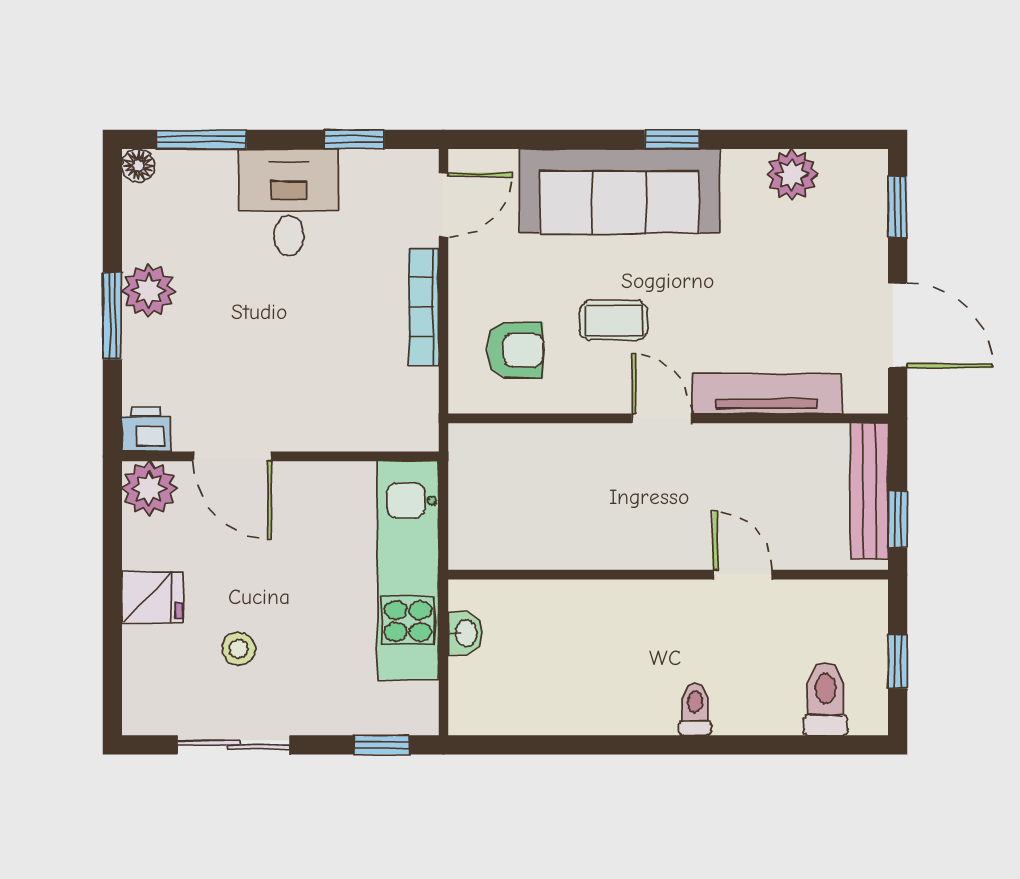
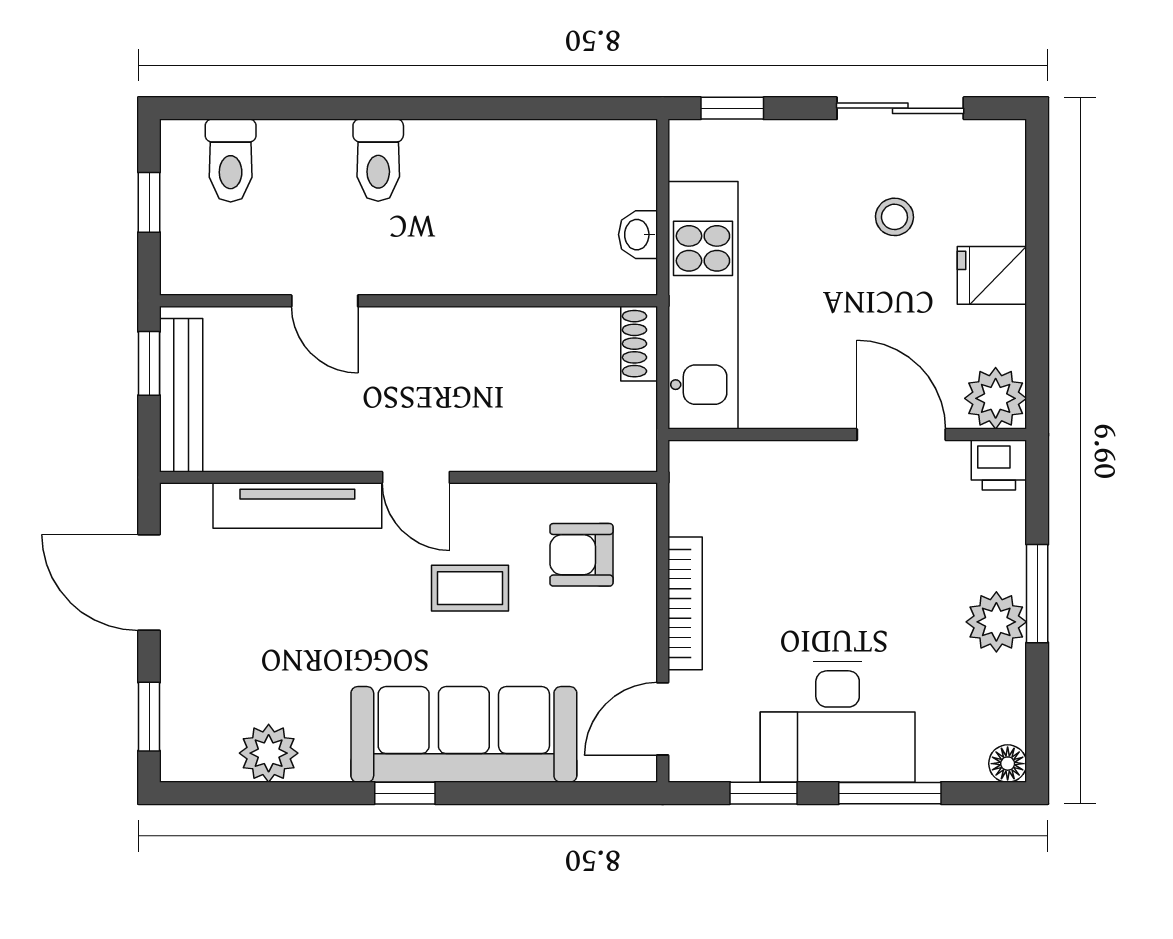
window: (201, 139) -> (890, 793), moved
desk: (289, 202) -> (838, 722), width x1.37
shoe rack: (464, 537) -> (639, 344), added
toilet: (695, 709) -> (378, 160), width x1.37, depth x1.39

